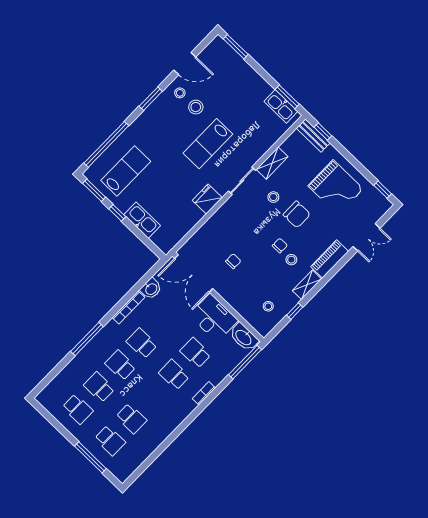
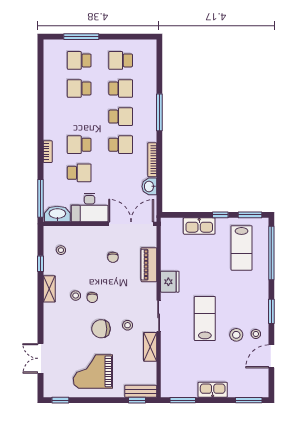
kitchen sink: (281, 106) -> (213, 390), moved
piano: (330, 259) -> (149, 265), moved, turned 180
school desk: (174, 375) -> (79, 145), turned 180

